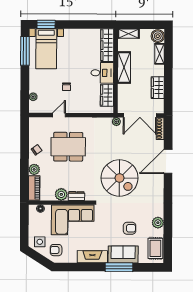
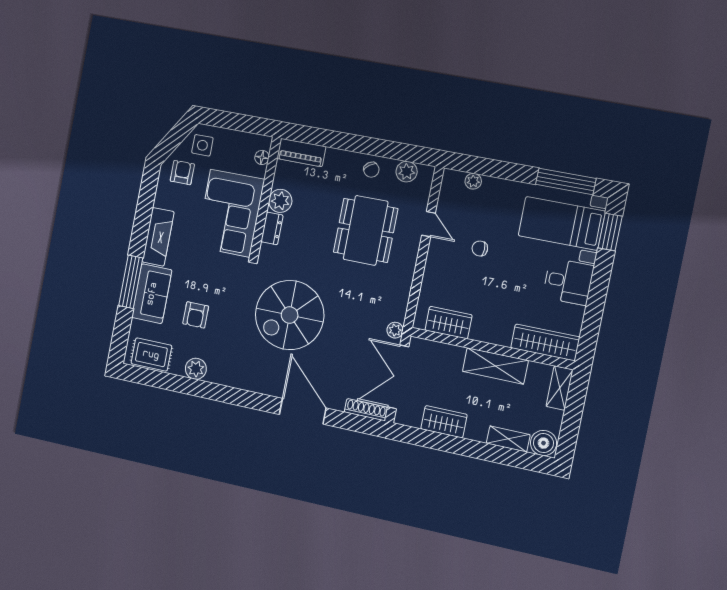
desk: (102, 73) -> (568, 281), moved, turned -90
plant: (34, 169) -> (407, 172), moved

